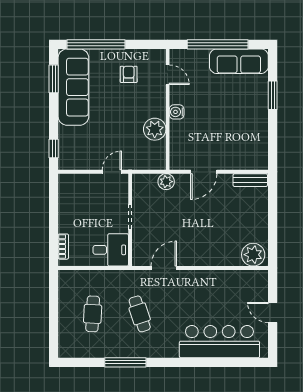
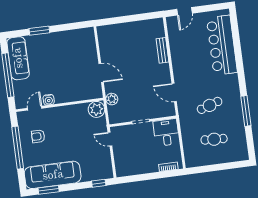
window: (96, 44) -> (18, 148), moved
water cooler: (177, 112) -> (49, 100), moved
plant: (155, 129) -> (96, 109), moved
bench: (250, 180) -> (162, 50), moved
plant: (253, 255) -> (156, 29), removed
door: (273, 312) -> (184, 11), moved

